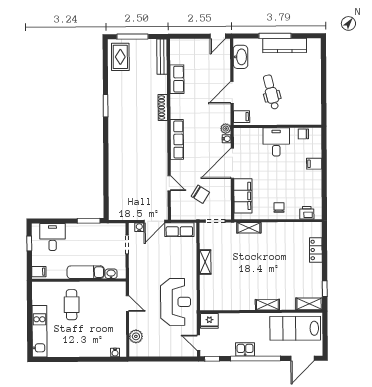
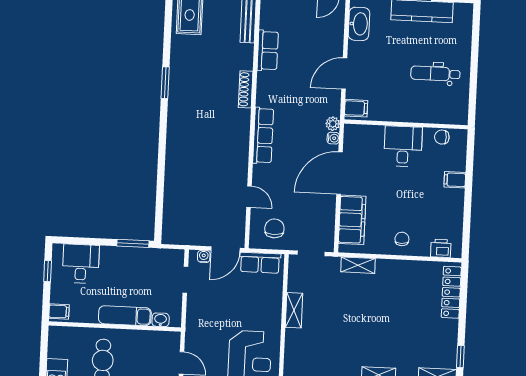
dental chair: (271, 92) -> (435, 74), moved, turned -76
chair: (200, 194) -> (274, 228), moved, turned -122
locker: (316, 250) -> (451, 292), width x1.53

